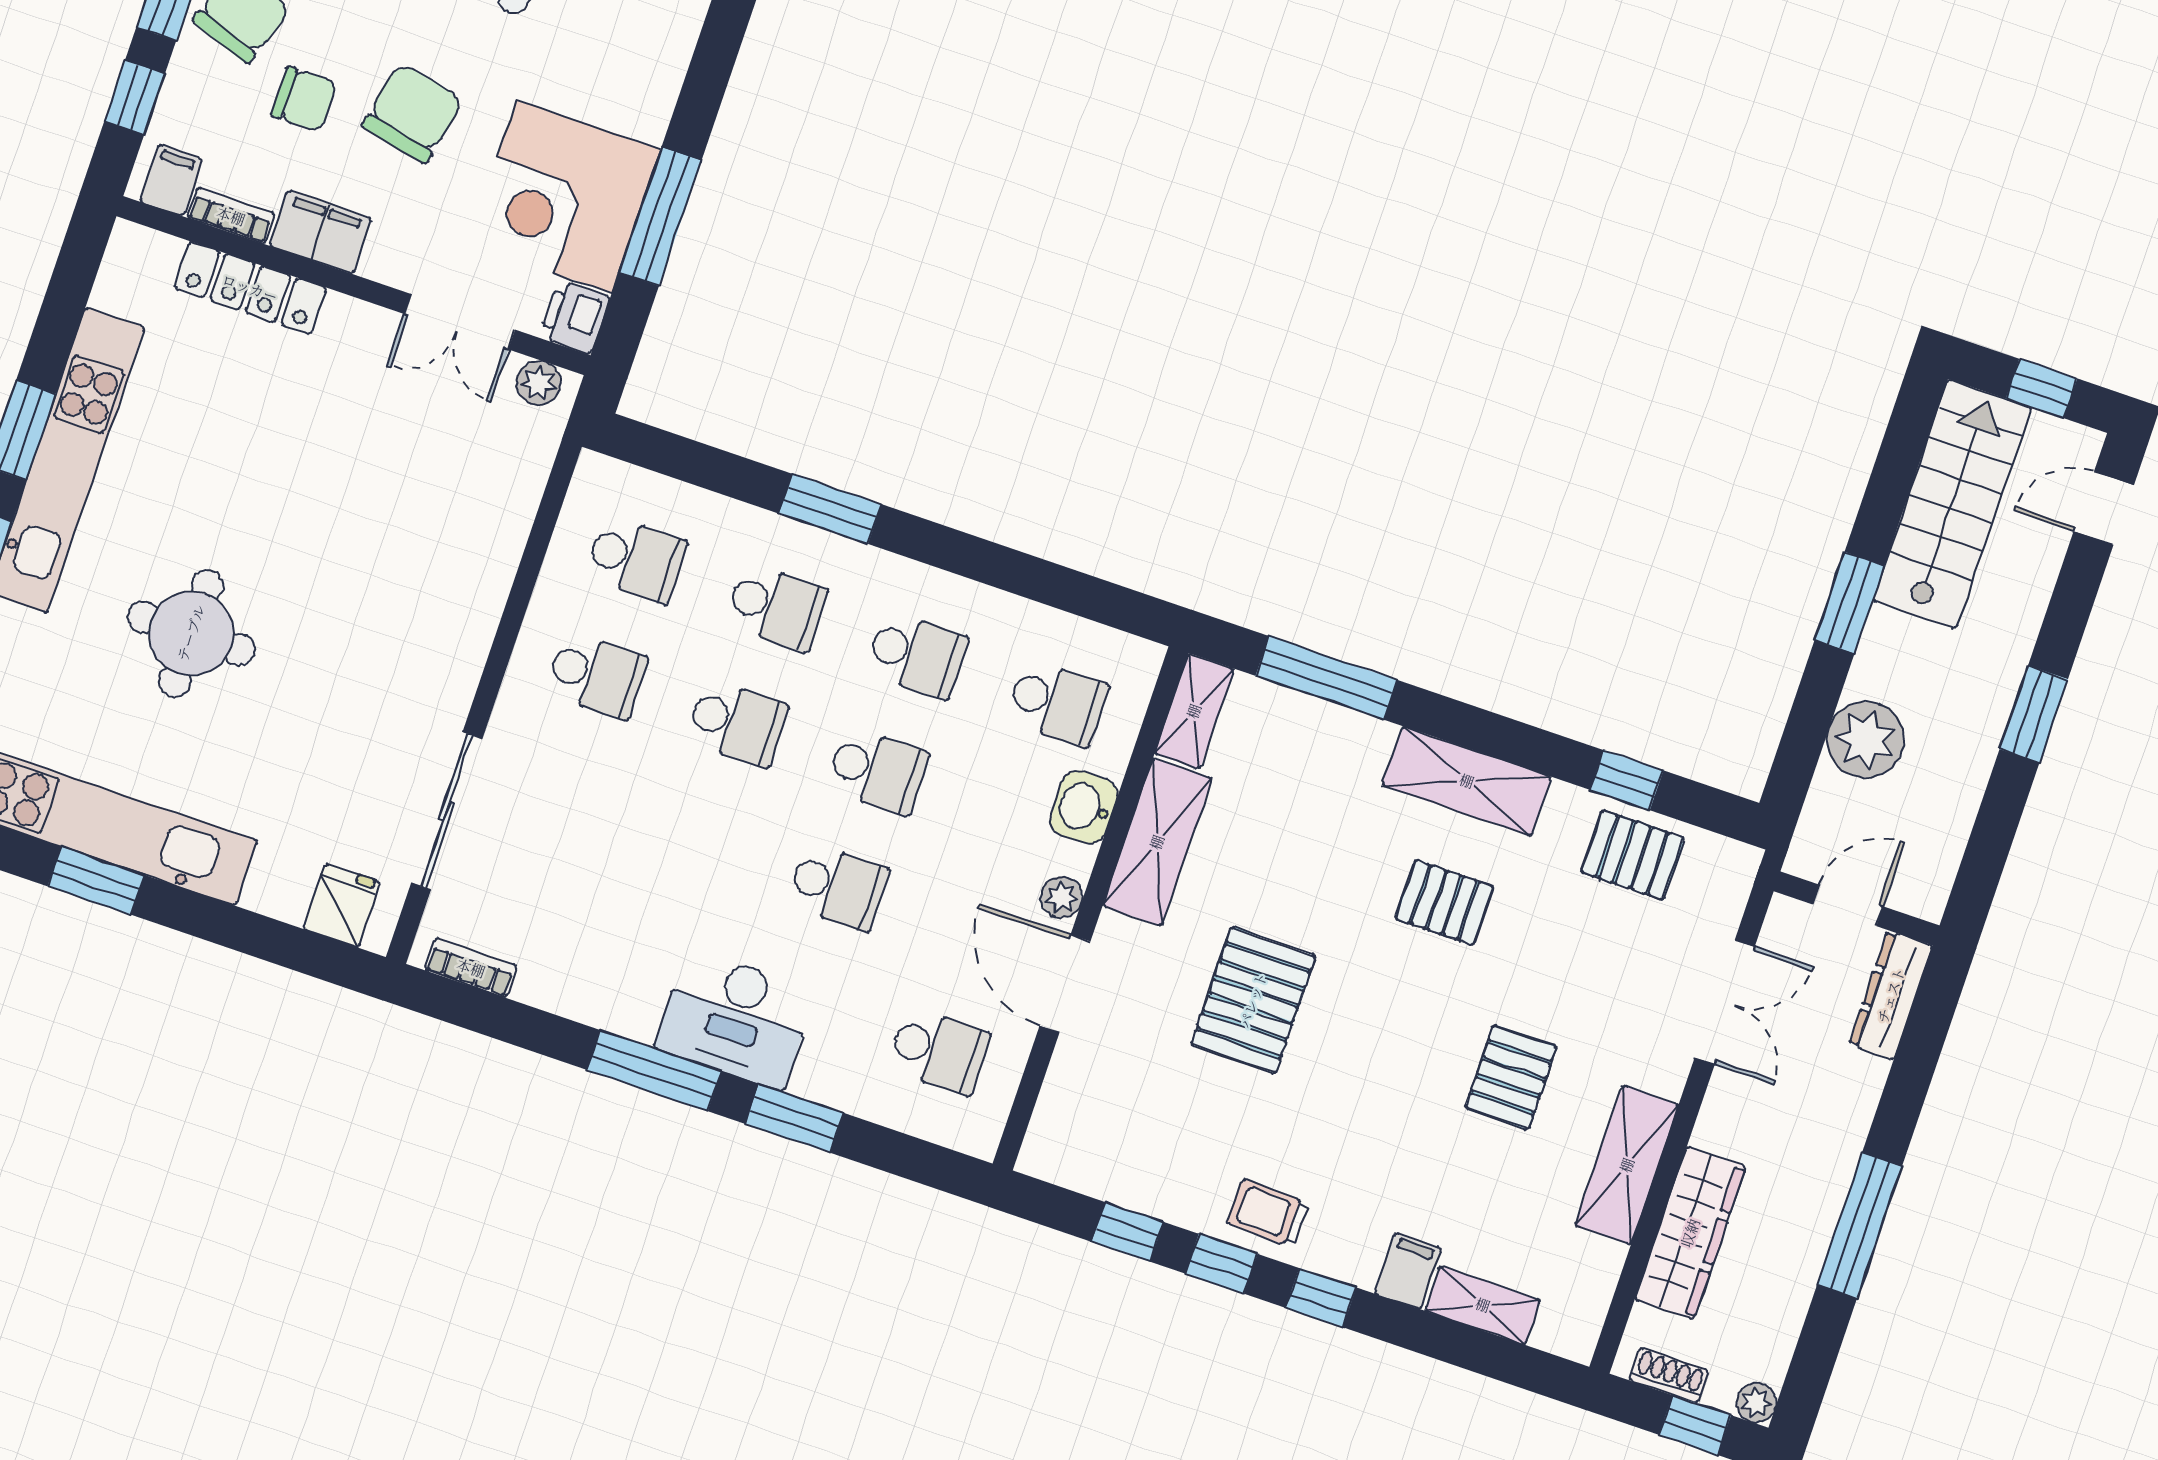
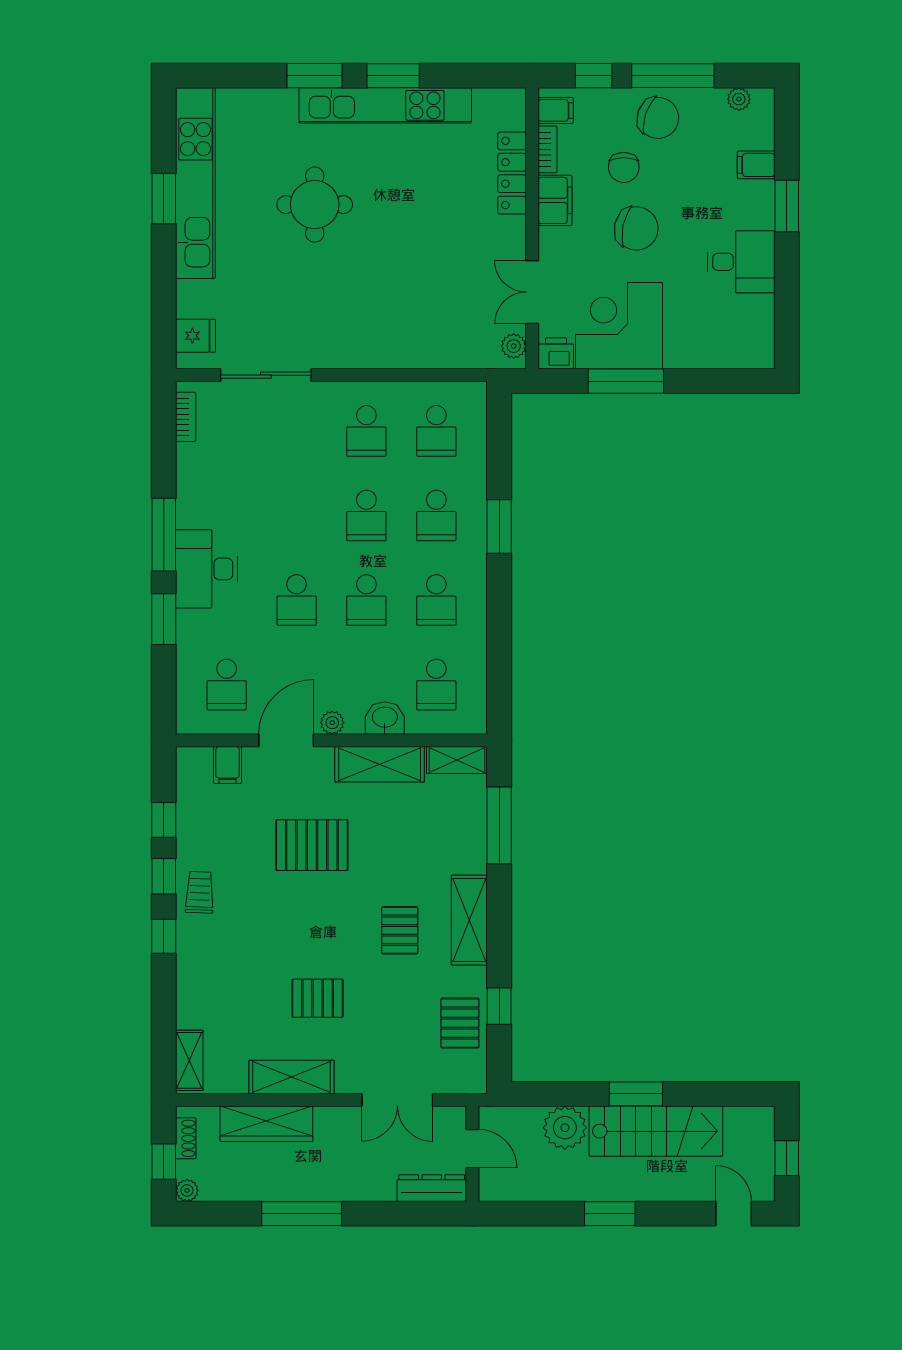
stairs: (1952, 504) -> (656, 1131), moved
filing cabinet: (1408, 1271) -> (228, 765), moved, turned 90
shelving: (1483, 1305) -> (189, 1060), moved

